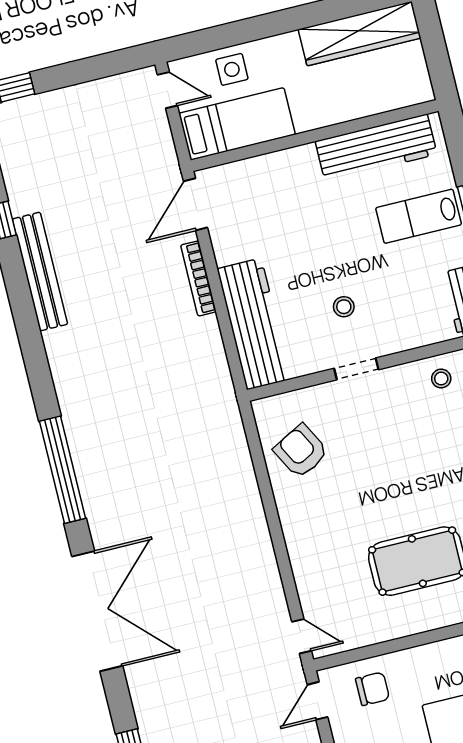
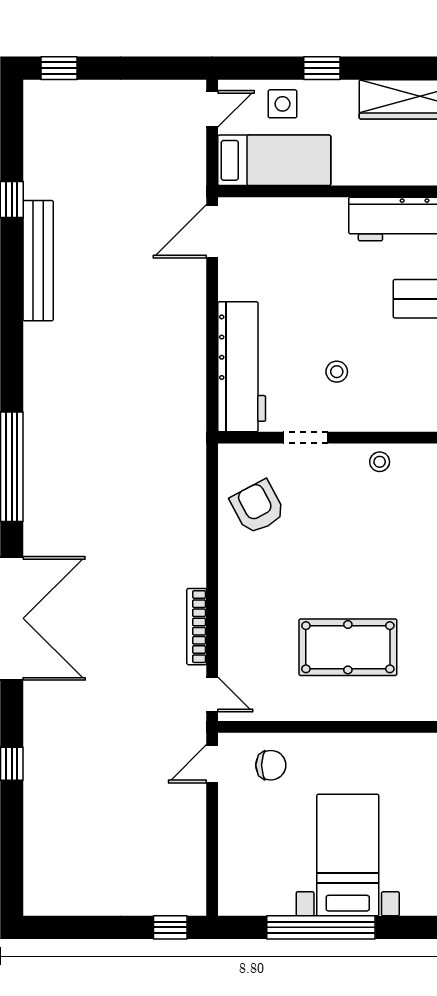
window: (260, 27) -> (322, 68), added
door: (167, 90) -> (212, 109), hinge flipped
bookcase: (198, 278) -> (197, 627), moved
doorway: (356, 369) -> (306, 438), moved
stool: (441, 378) -> (380, 462), moved

